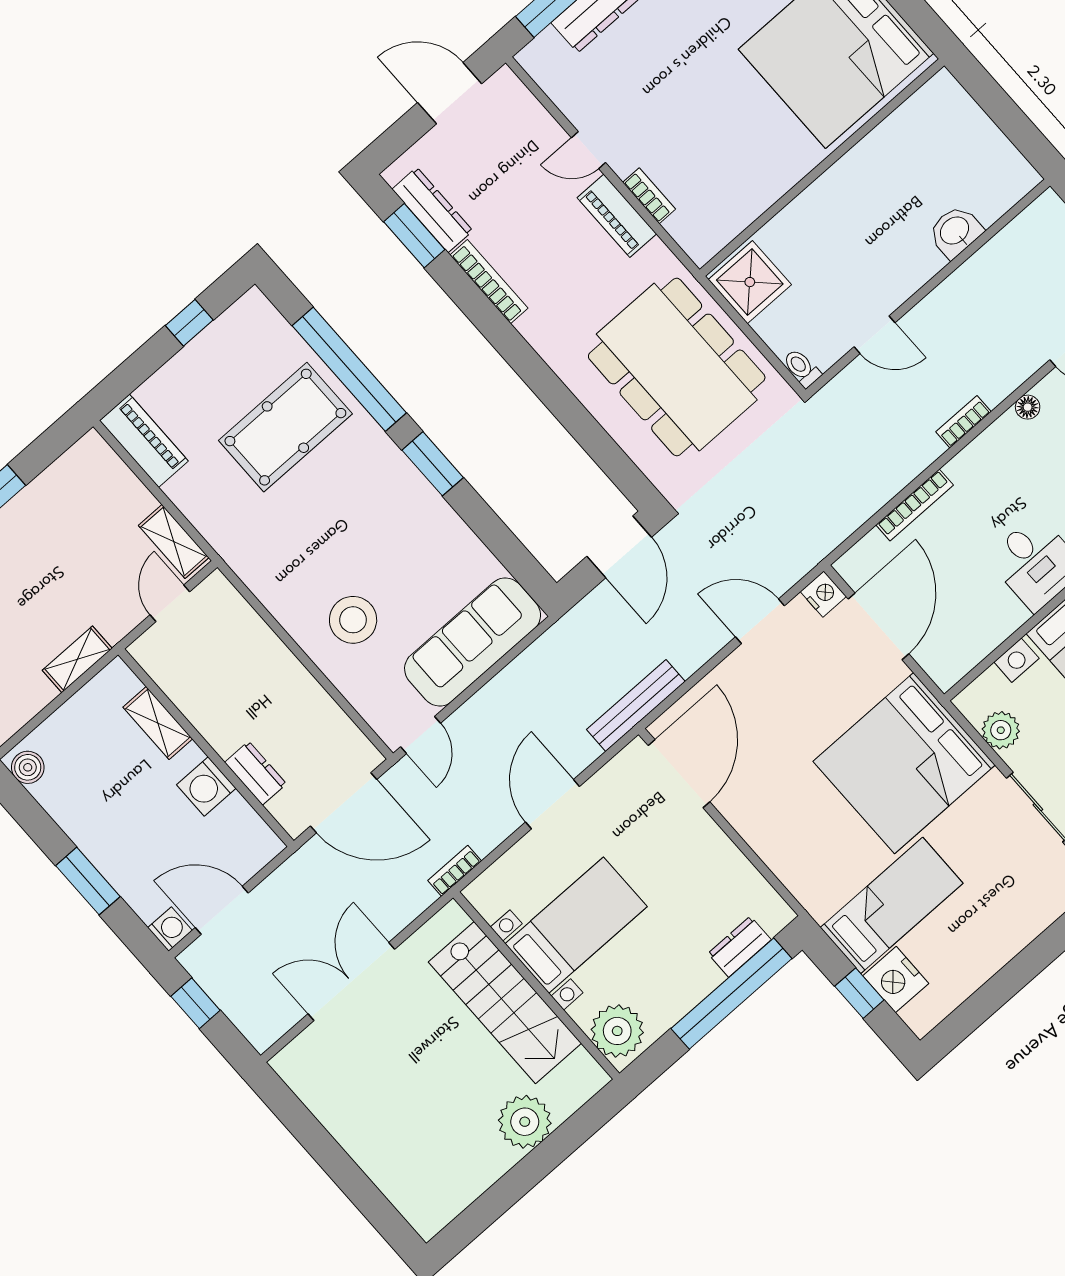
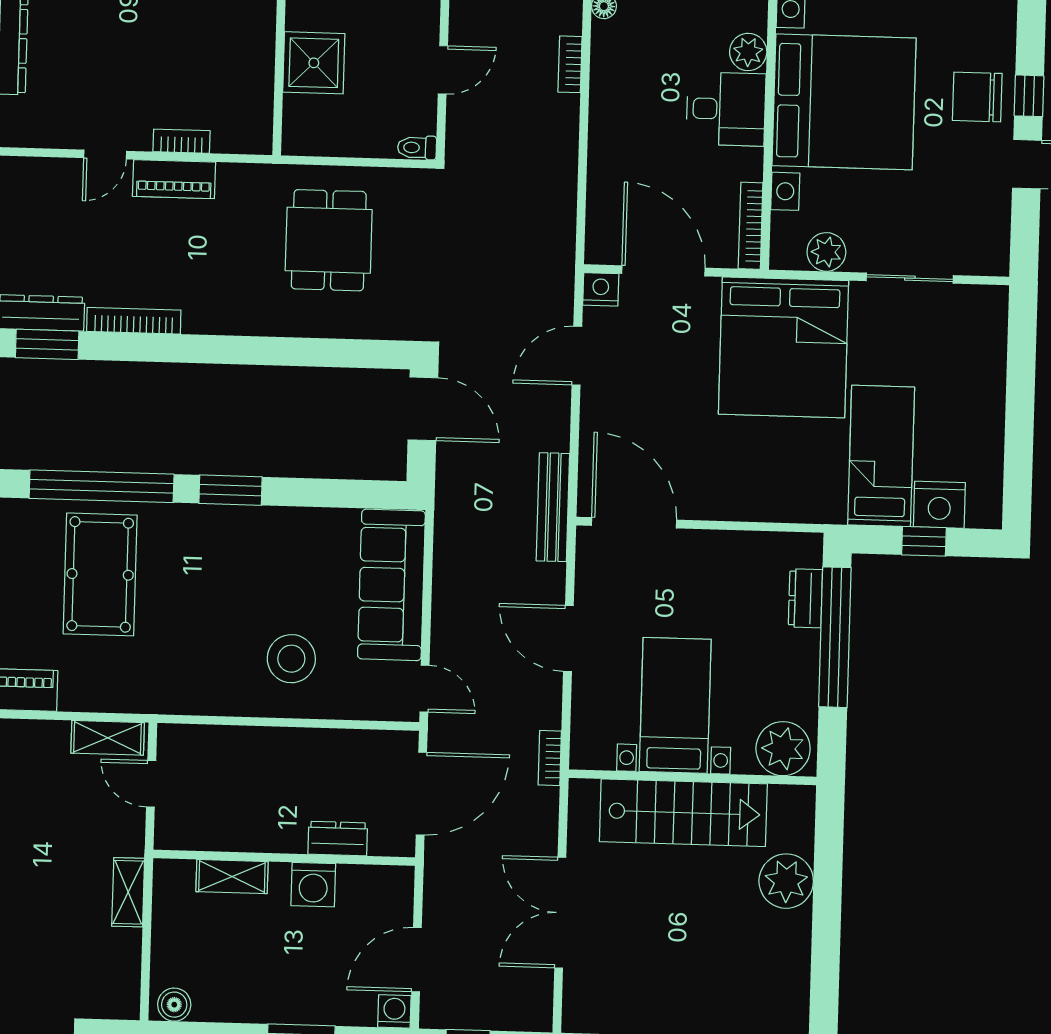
shower: (750, 282) -> (314, 63), moved
dining table: (677, 367) -> (329, 240), width x0.53, depth x0.80
bookcase: (915, 505) -> (751, 226), moved, turned 180

